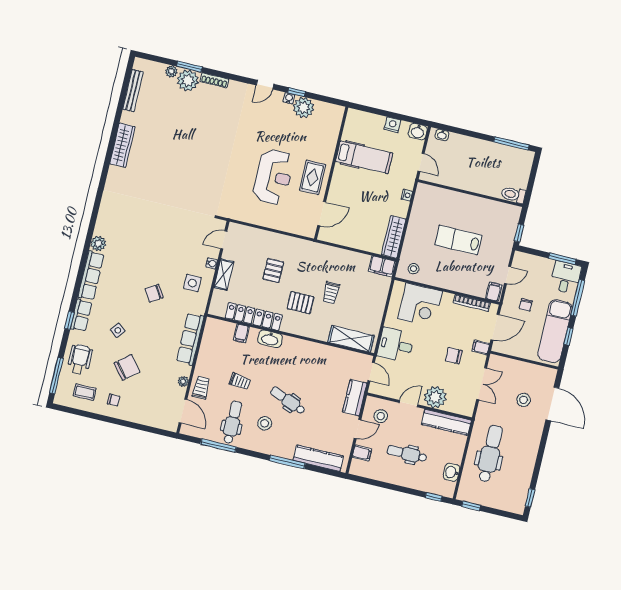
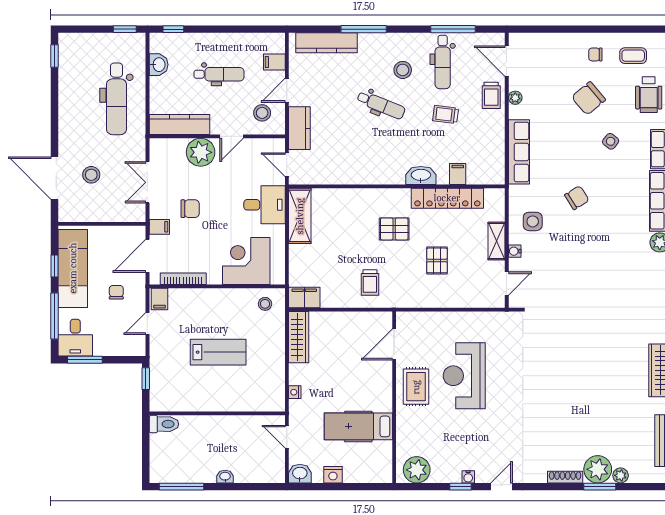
plant: (304, 108) -> (417, 470), moved
washbasin: (442, 135) -> (225, 477), moved
trolley: (331, 293) -> (370, 283), moved, turned 180
shelving: (351, 339) -> (300, 216), moved, turned 90

